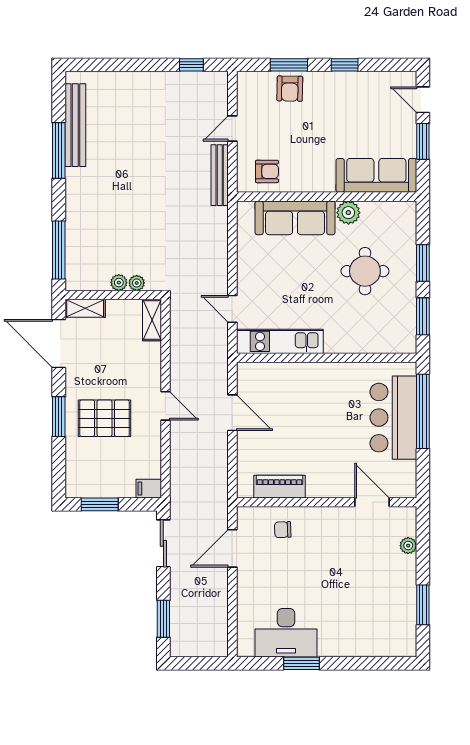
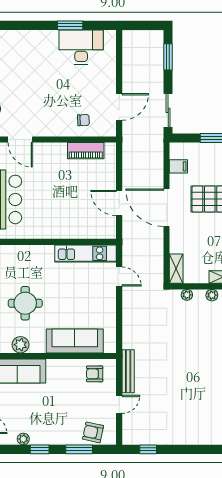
plant: (368, 80) -> (23, 439), added
armchair: (290, 89) -> (93, 432), moved, turned -79
plant: (348, 213) -> (20, 345), moved
plant: (119, 283) -> (212, 295), moved
door: (165, 406) -> (167, 208), width x1.87
filing cabinet: (149, 489) -> (178, 166), moved

